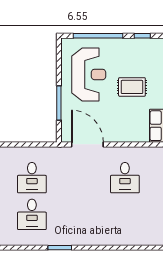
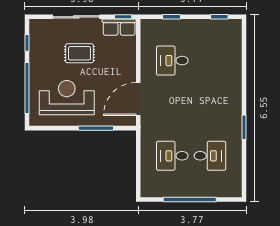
rug: (132, 87) -> (79, 53), turned 90
desk: (32, 178) -> (172, 156), turned 180
desk: (125, 178) -> (172, 61), turned 180

